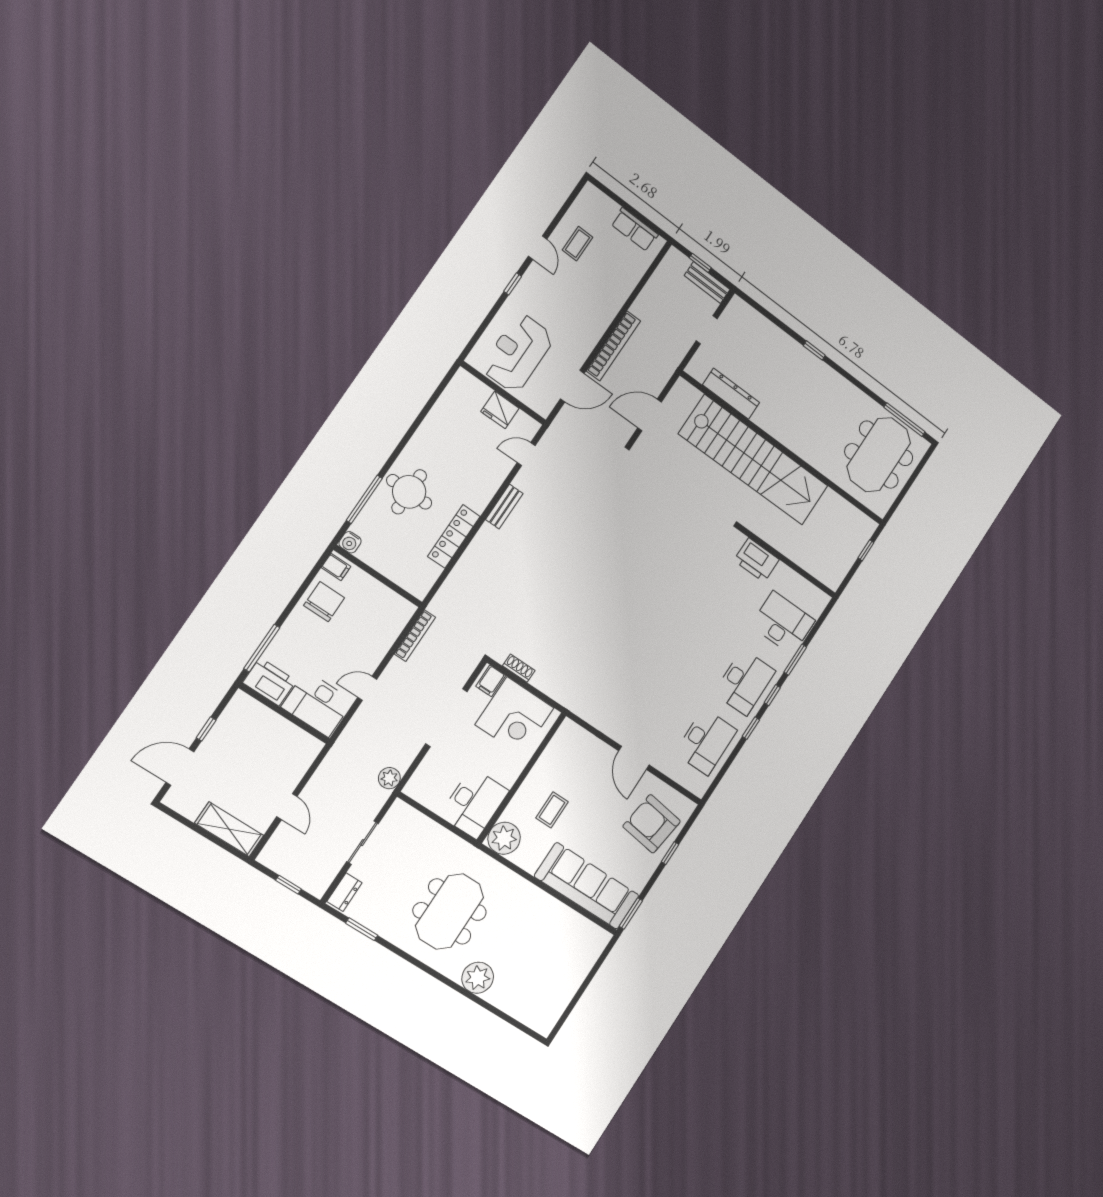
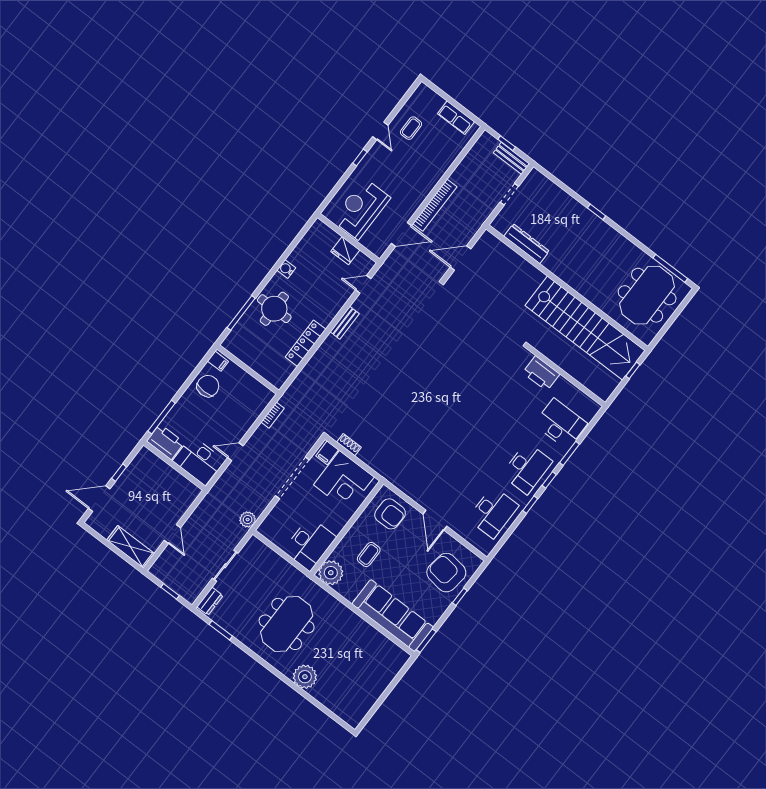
stairs: (754, 460) -> (585, 328), moved
water cooler: (350, 542) -> (286, 269), moved, turned 90
bookcase: (415, 636) -> (273, 415), width x0.64
armchair: (577, 755) -> (390, 514), added

